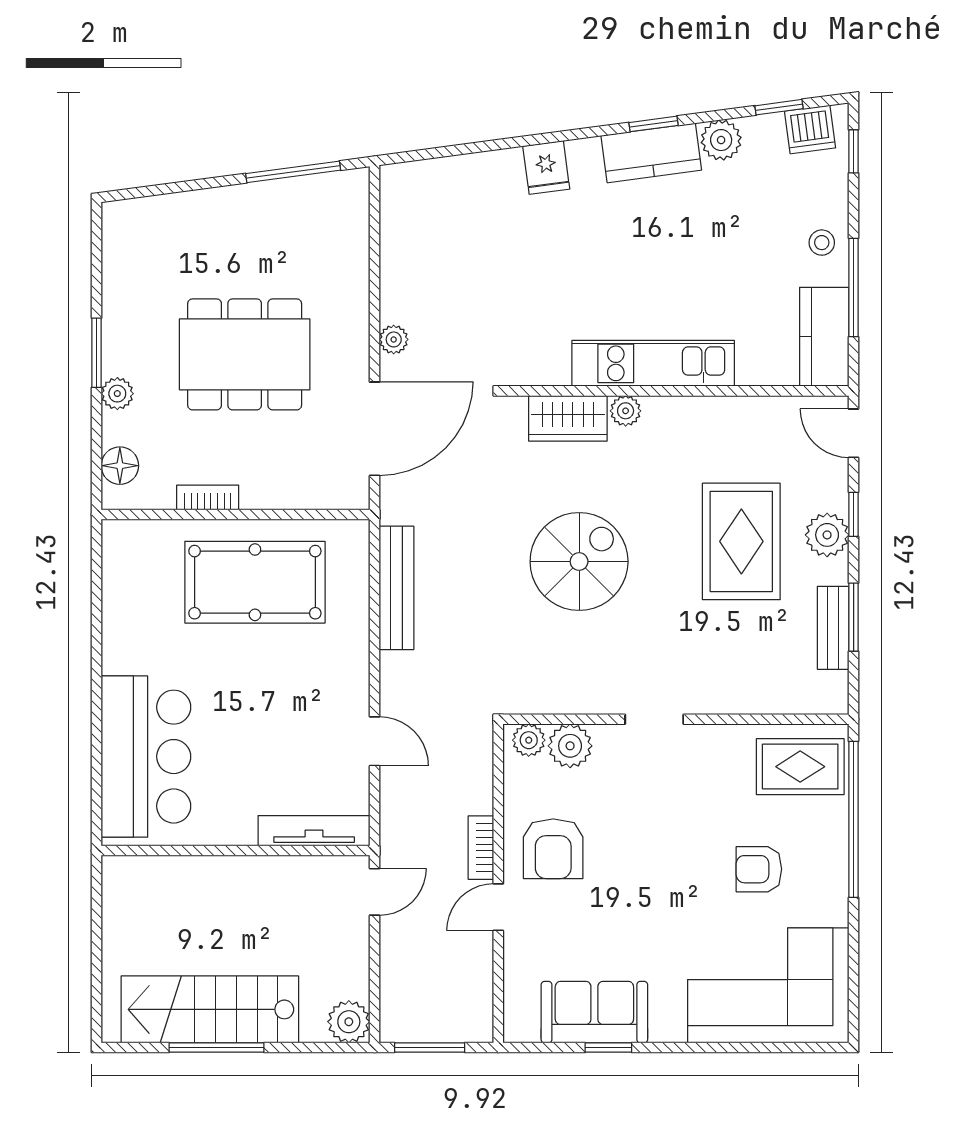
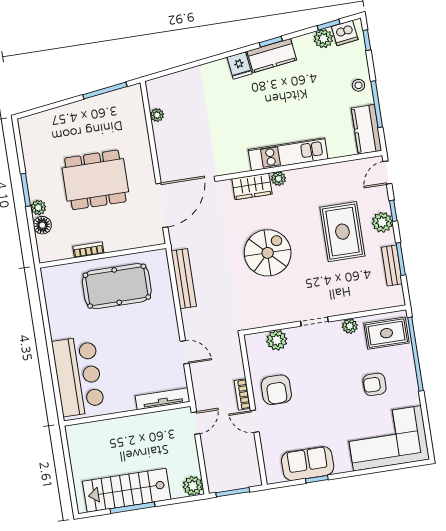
plant: (721, 140) -> (323, 39), moved
fridge: (546, 168) -> (239, 65), moved
plant: (394, 339) -> (157, 115), moved
door: (854, 433) -> (387, 173), hinge flipped
floor lamp: (120, 466) -> (42, 225), moved
plant: (529, 740) -> (350, 326), moved
door: (498, 907) -> (255, 421), hinge flipped

